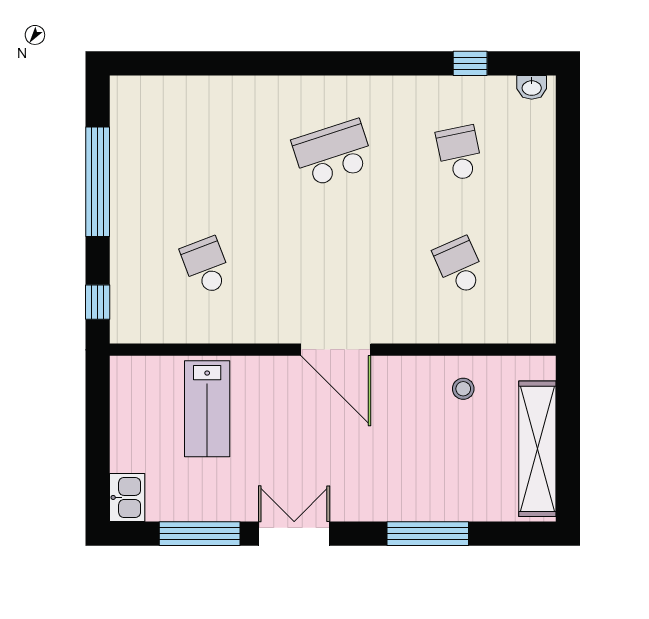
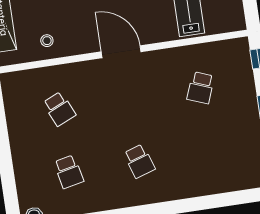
school desk: (333, 153) -> (139, 161), width x0.54
school desk: (206, 266) -> (201, 88), turned 42

